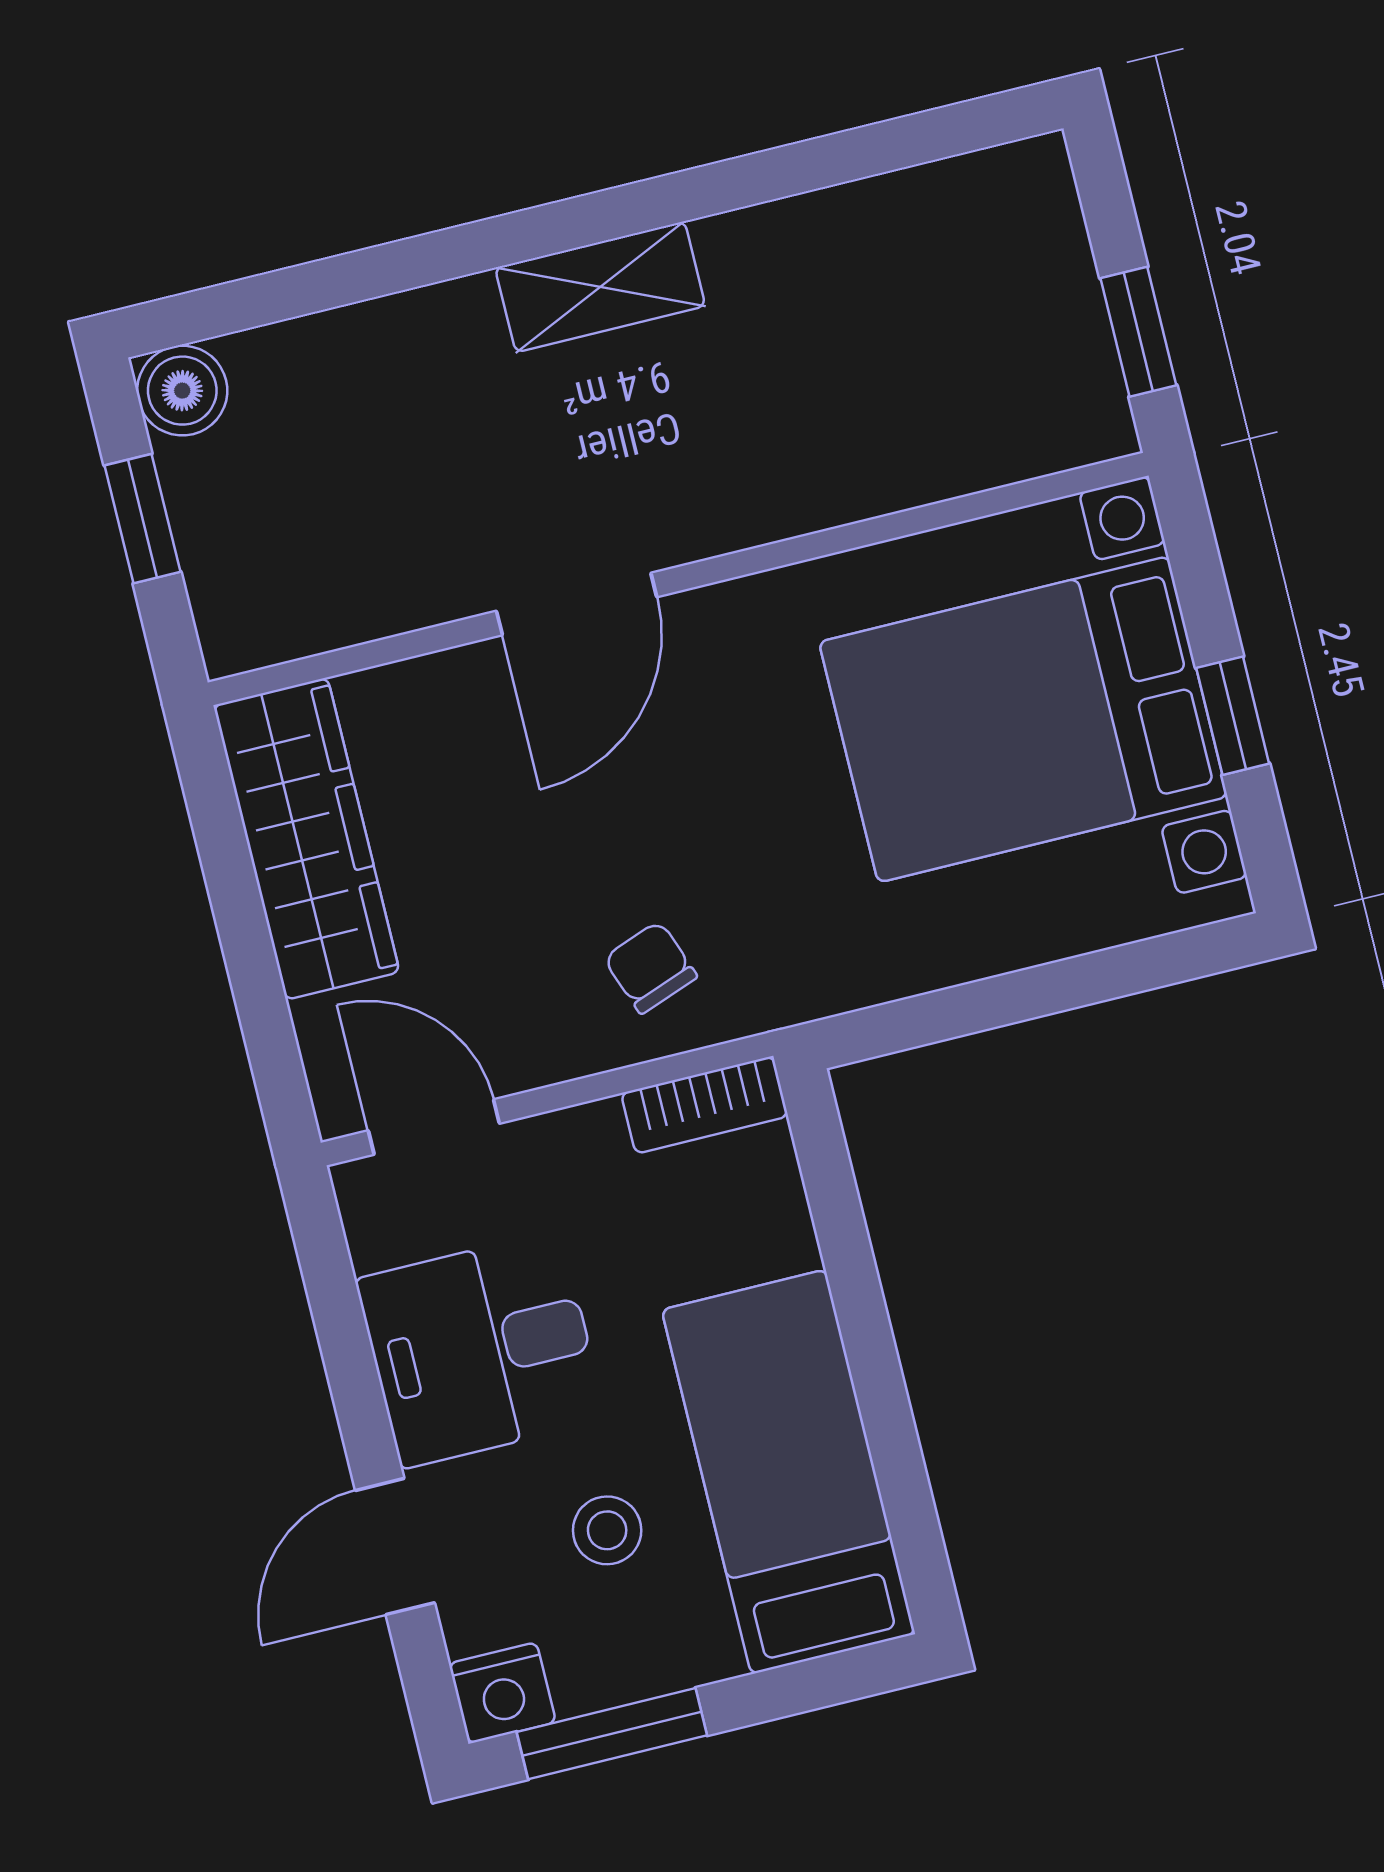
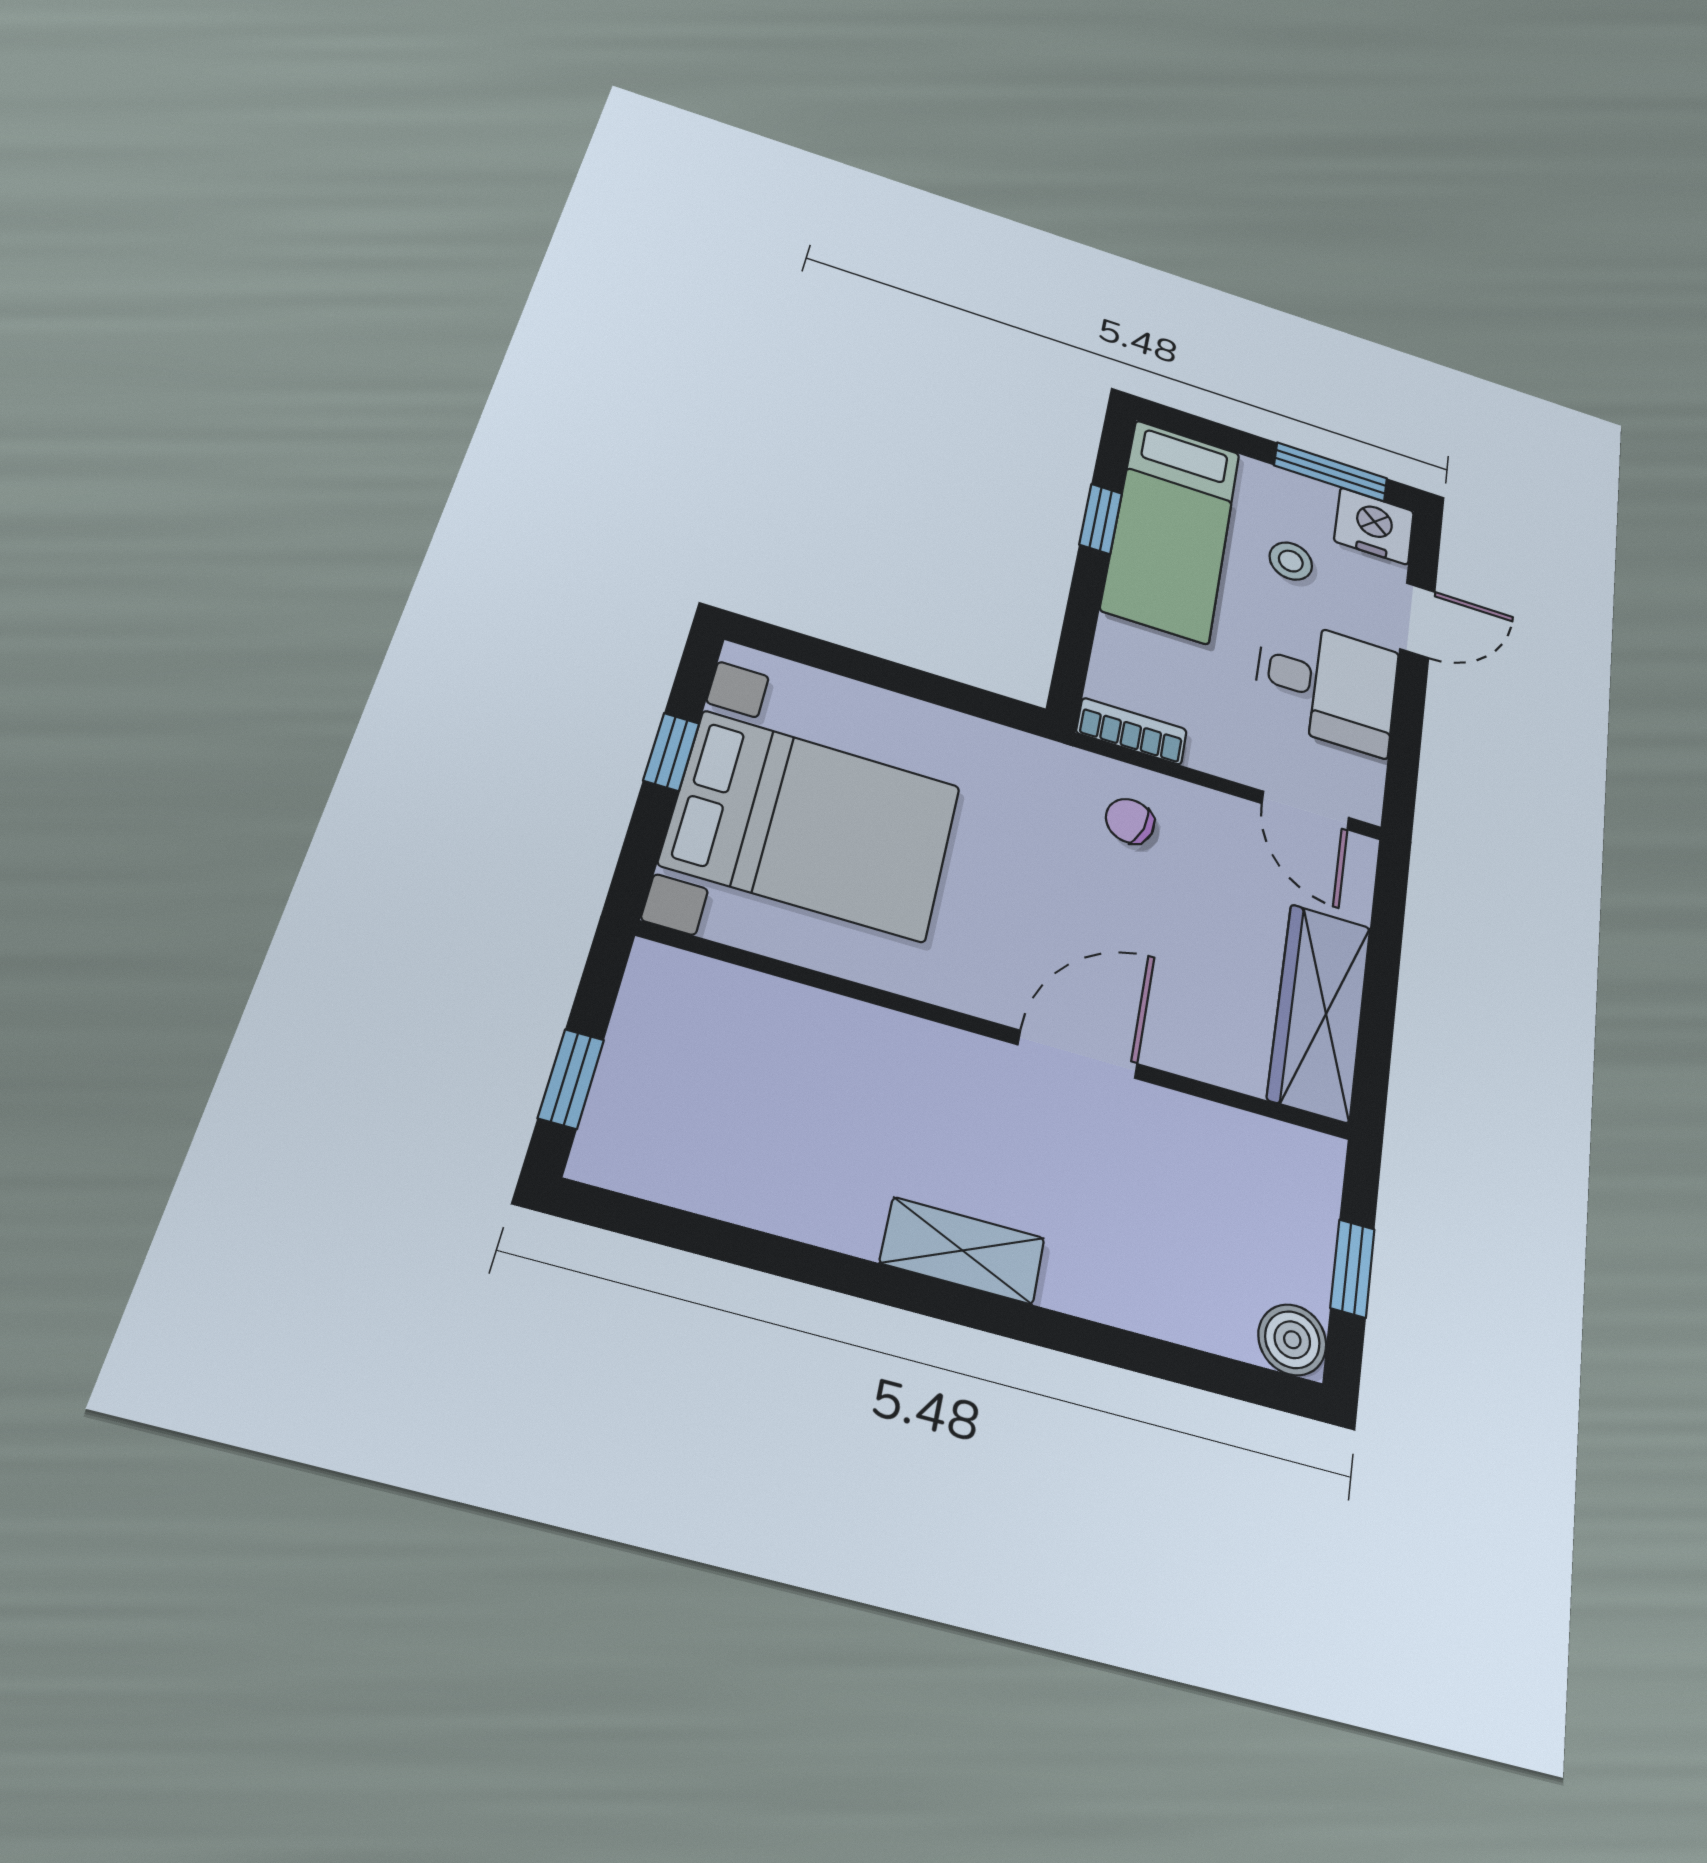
window: (1138, 332) -> (571, 1079), moved
chair: (650, 967) -> (1130, 821), turned 126
window: (889, 1425) -> (1101, 519), added
nightstand: (502, 1693) -> (1374, 526), width x1.36, depth x1.33

